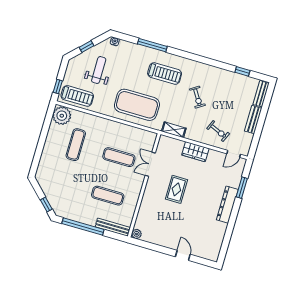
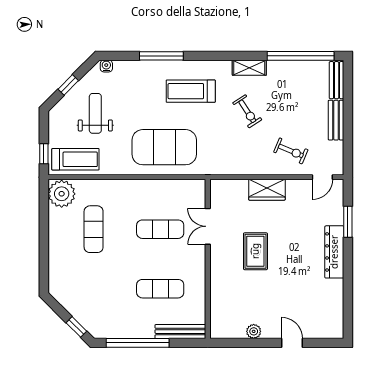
window: (242, 71) -> (301, 56), width x3.17
treadmill: (165, 74) -> (191, 91), turned 180
shelving: (174, 130) -> (249, 68), moved
plant: (136, 234) -> (254, 331), moved

